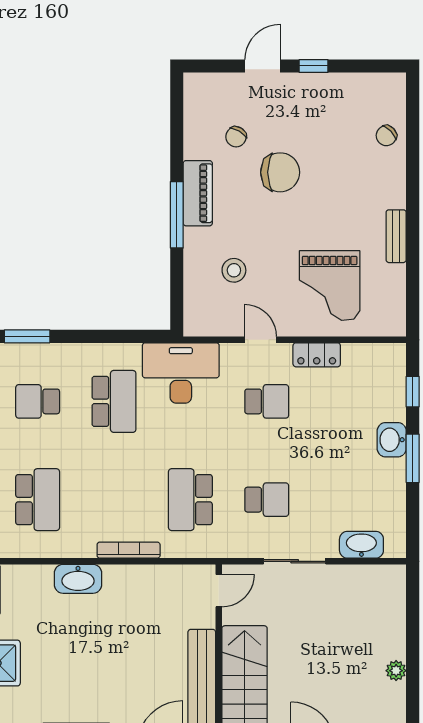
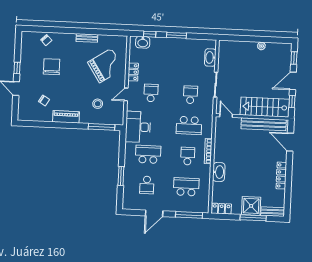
chair: (280, 172) -> (52, 67), moved
window: (177, 215) -> (102, 127), moved
grand piano: (330, 286) -> (106, 66), turned -33
window: (27, 336) -> (121, 176), moved
washbasin: (392, 440) -> (143, 42), moved
school desk: (114, 500) -> (188, 156), added

